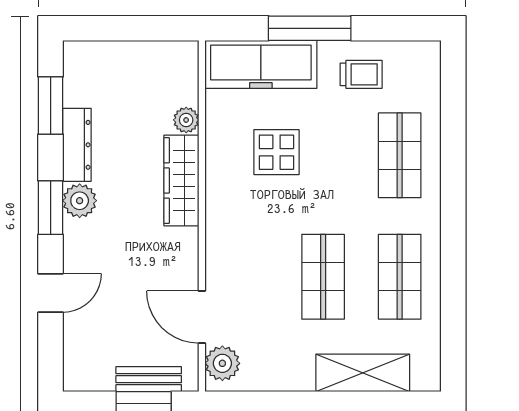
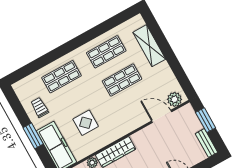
window: (310, 28) -> (33, 136), width x0.69
door: (202, 317) -> (162, 116), swing flipped
bench: (149, 379) -> (206, 143), moved

